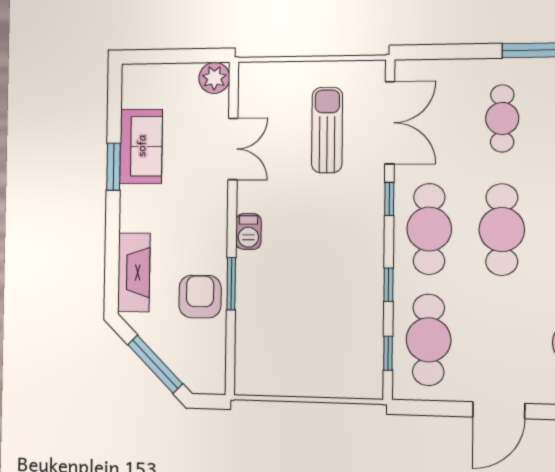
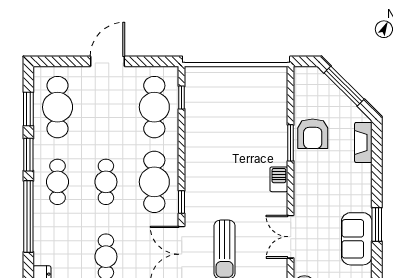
cafe table: (502, 230) -> (106, 182), width x0.73, depth x0.74
fireplace: (134, 272) -> (363, 142), width x0.73, depth x0.76
window: (389, 285) -> (182, 144), removed

